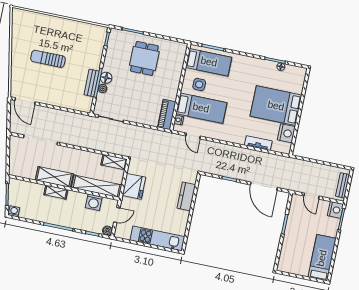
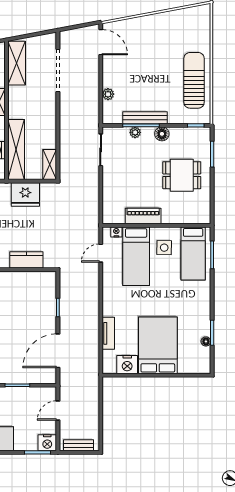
sun lounger: (48, 59) -> (194, 80), moved, width x1.36, depth x1.34
floor lamp: (106, 78) -> (162, 134), moved
bench: (92, 83) -> (145, 118), width x1.36
door: (25, 101) -> (101, 42), swing flipped
plant: (68, 104) -> (108, 94), added
piano: (167, 115) -> (143, 216), moved
shelving: (54, 177) -> (17, 63), moved

